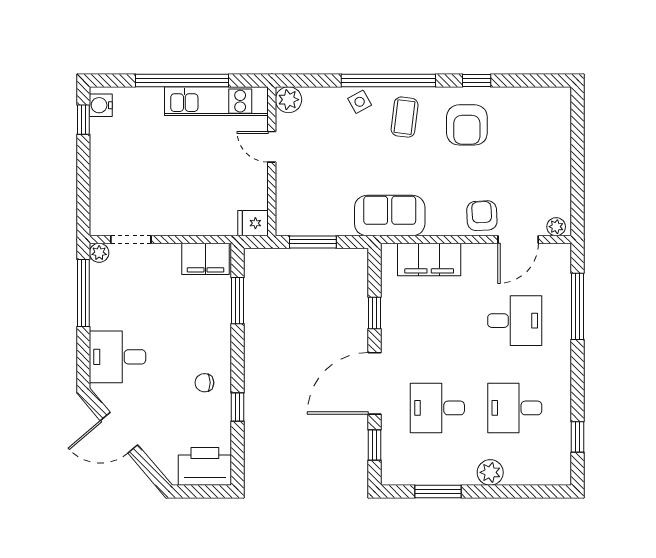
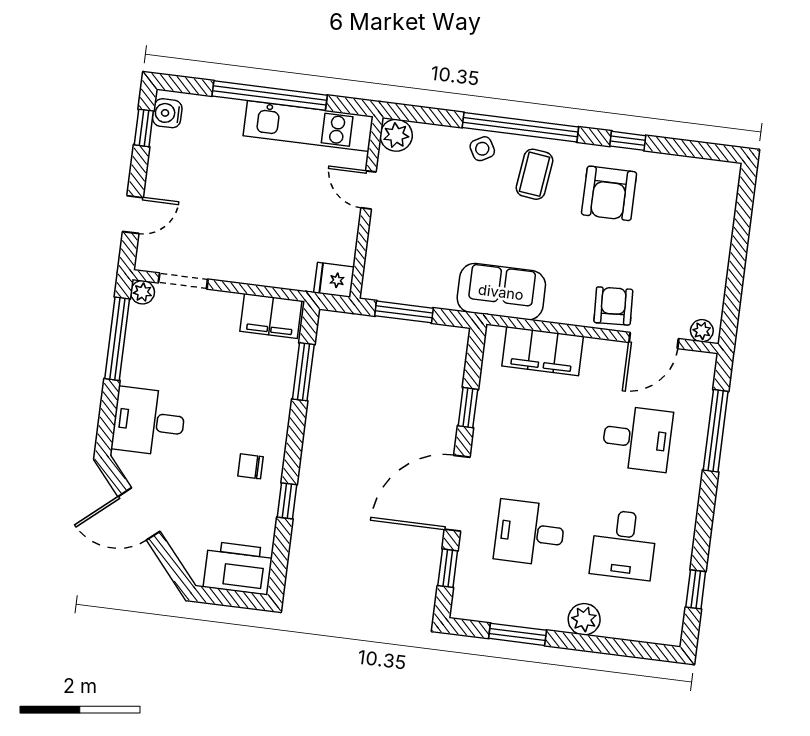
door: (83, 191) -> (133, 215), added
desk: (515, 408) -> (624, 545), turned -90

